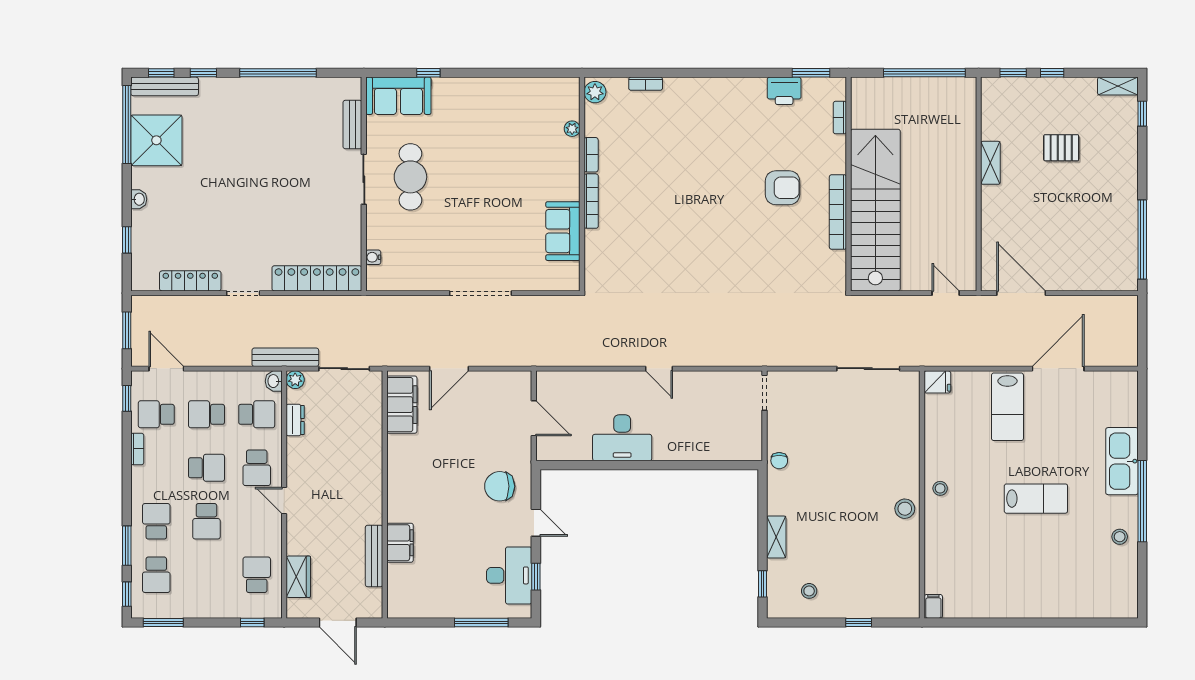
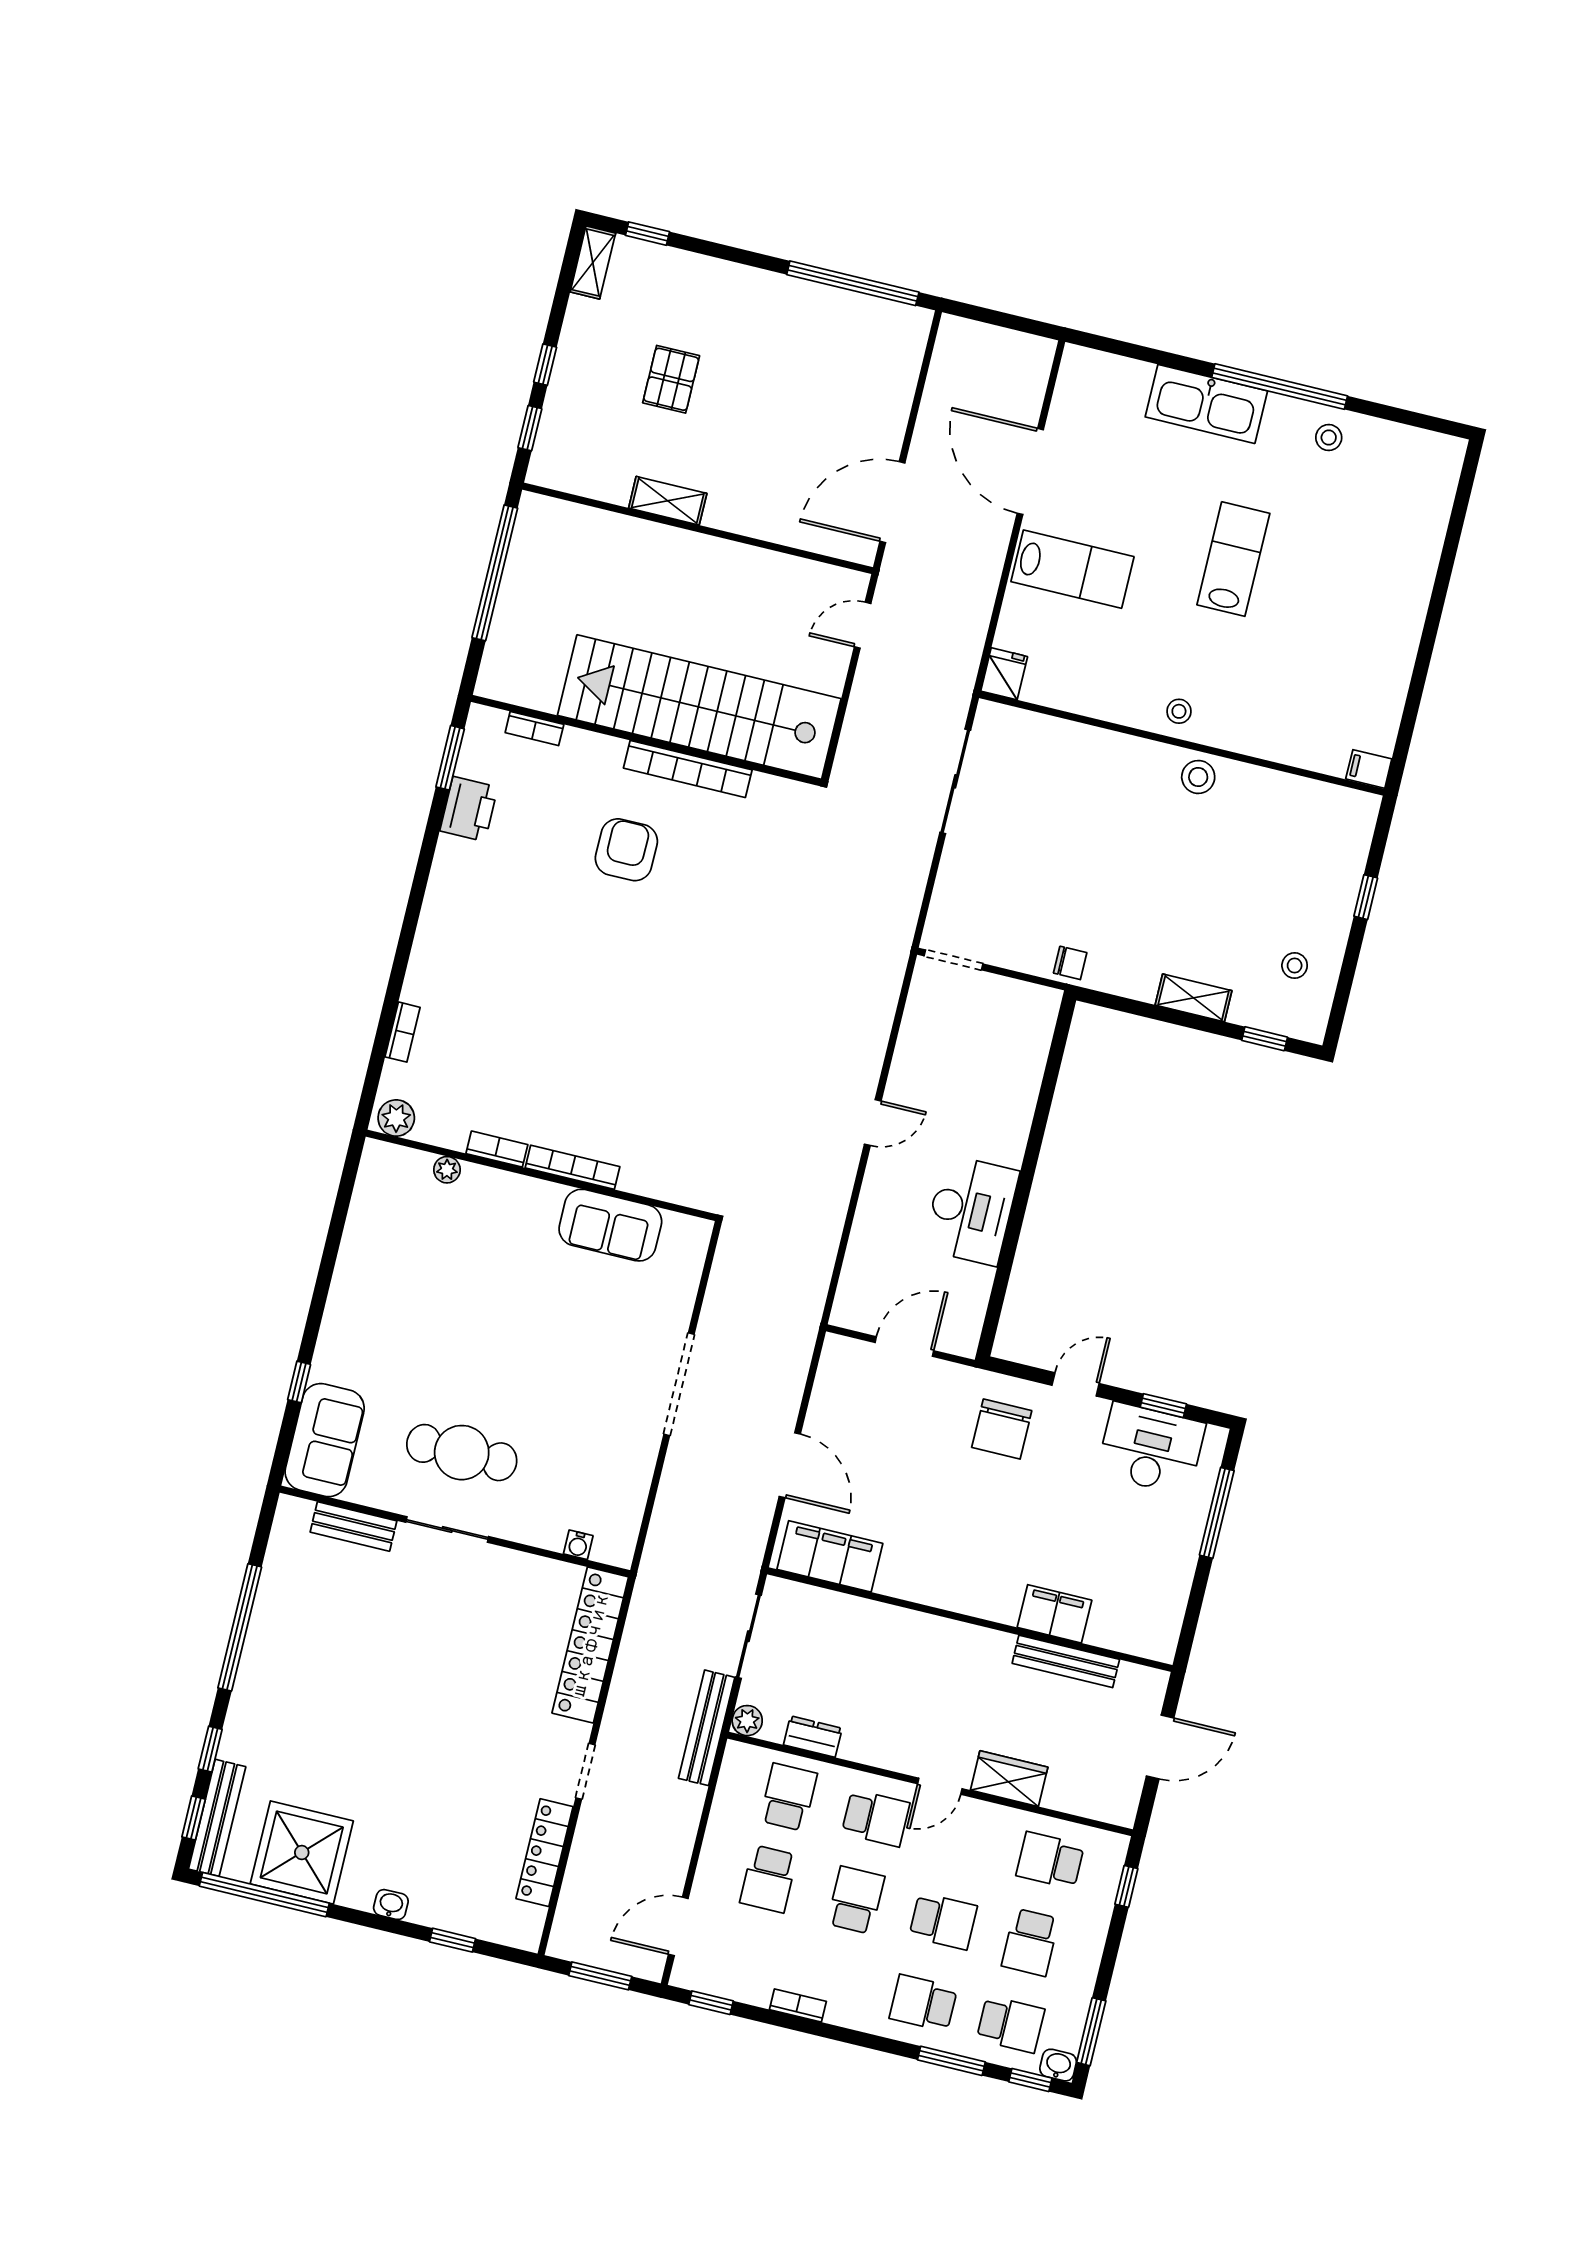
washbasin: (274, 381) -> (1058, 2065), moved, turned 180
school desk: (156, 414) -> (1030, 1942), moved
wardrobe: (298, 577) -> (1009, 1779), moved

